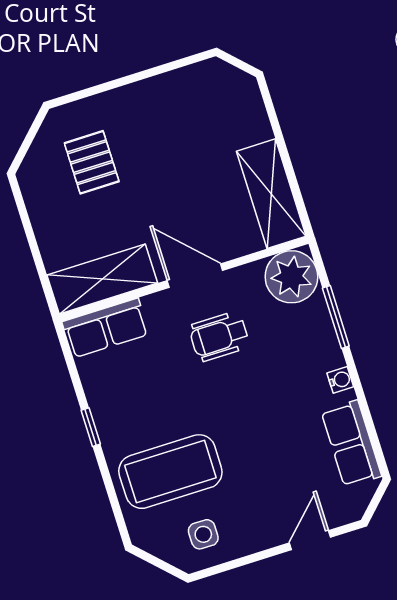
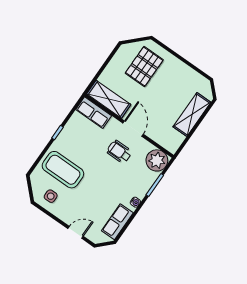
pallet: (92, 162) -> (144, 66), width x1.50, depth x1.42
shelving: (271, 194) -> (192, 114), moved

